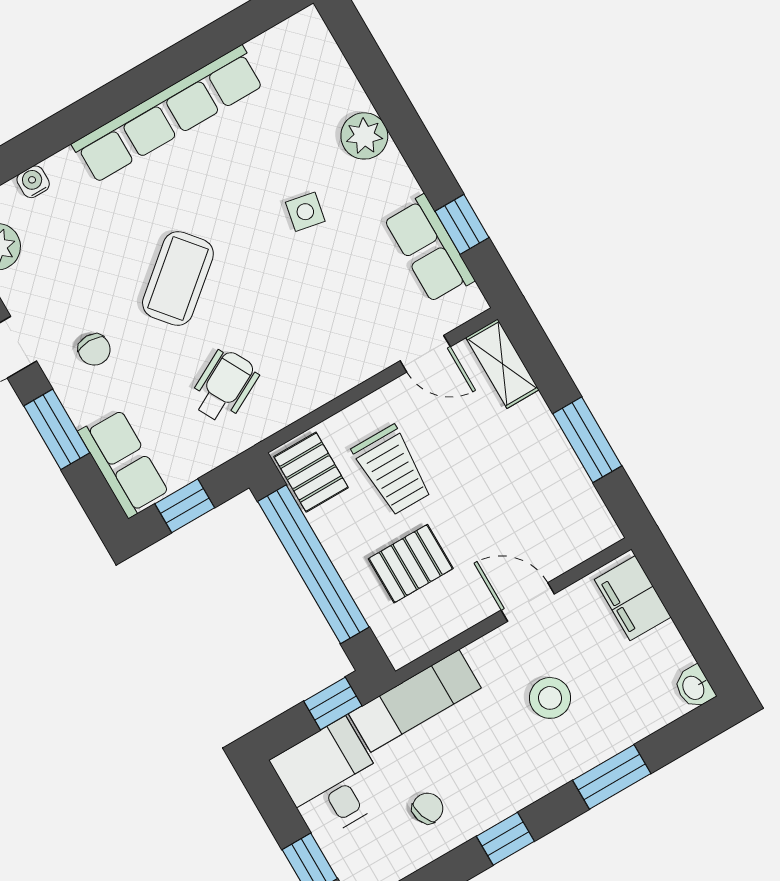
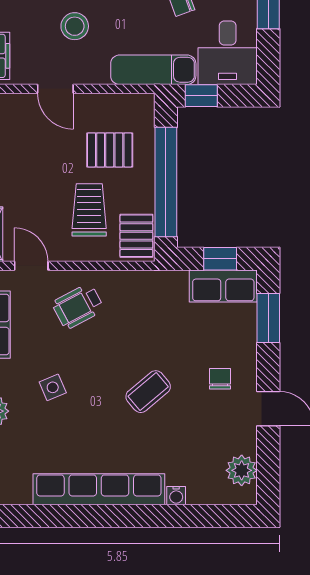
water cooler: (33, 182) -> (176, 496), moved
side table: (305, 212) -> (53, 387), turned -34
coffee table: (178, 278) -> (148, 392), width x0.73, depth x0.77
wheelchair: (224, 386) -> (78, 306), moved
window: (57, 429) -> (268, 318), moved
row of seats: (124, 463) -> (223, 286), moved, turned -90

